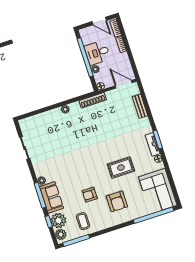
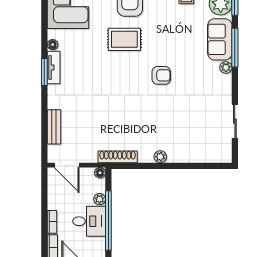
rug: (121, 168) -> (124, 39), moved
armchair: (90, 195) -> (161, 75), moved

